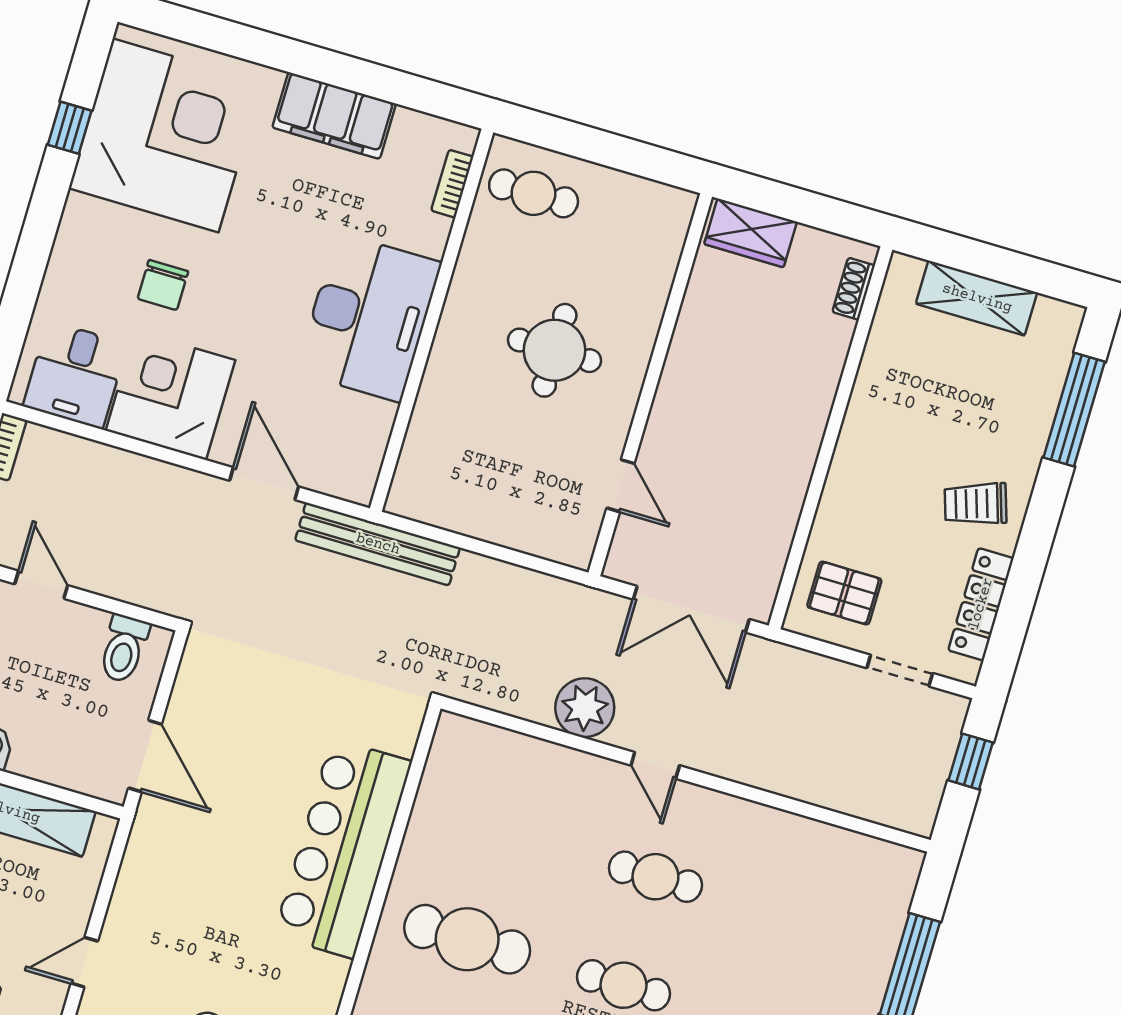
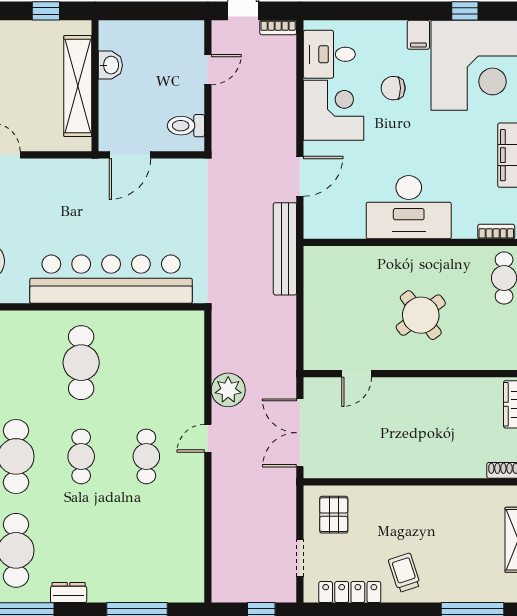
filing cabinet: (86, 217) -> (418, 35), added
round table: (555, 350) -> (421, 315), turned -37
bar counter: (343, 848) -> (111, 279), width x1.36

